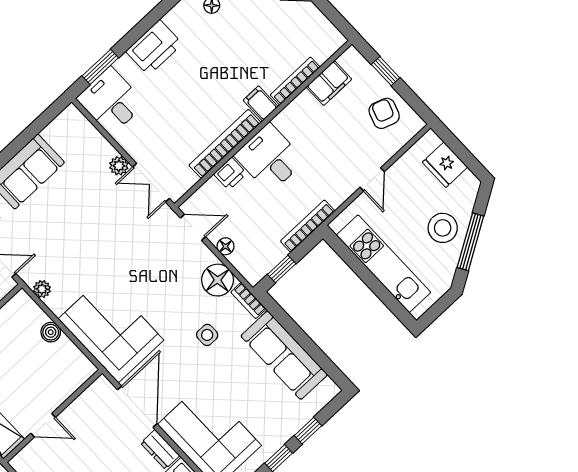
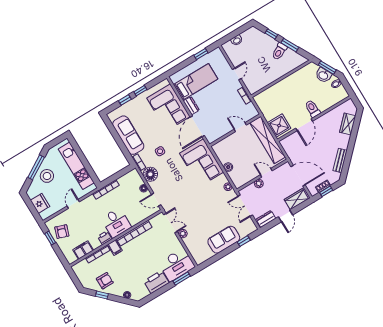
armchair: (267, 26) -> (105, 281), added
window: (386, 71) -> (50, 238), moved
desk: (111, 101) -> (177, 265), width x1.37
printer: (230, 174) -> (105, 238), moved
window: (282, 269) -> (121, 173), removed

